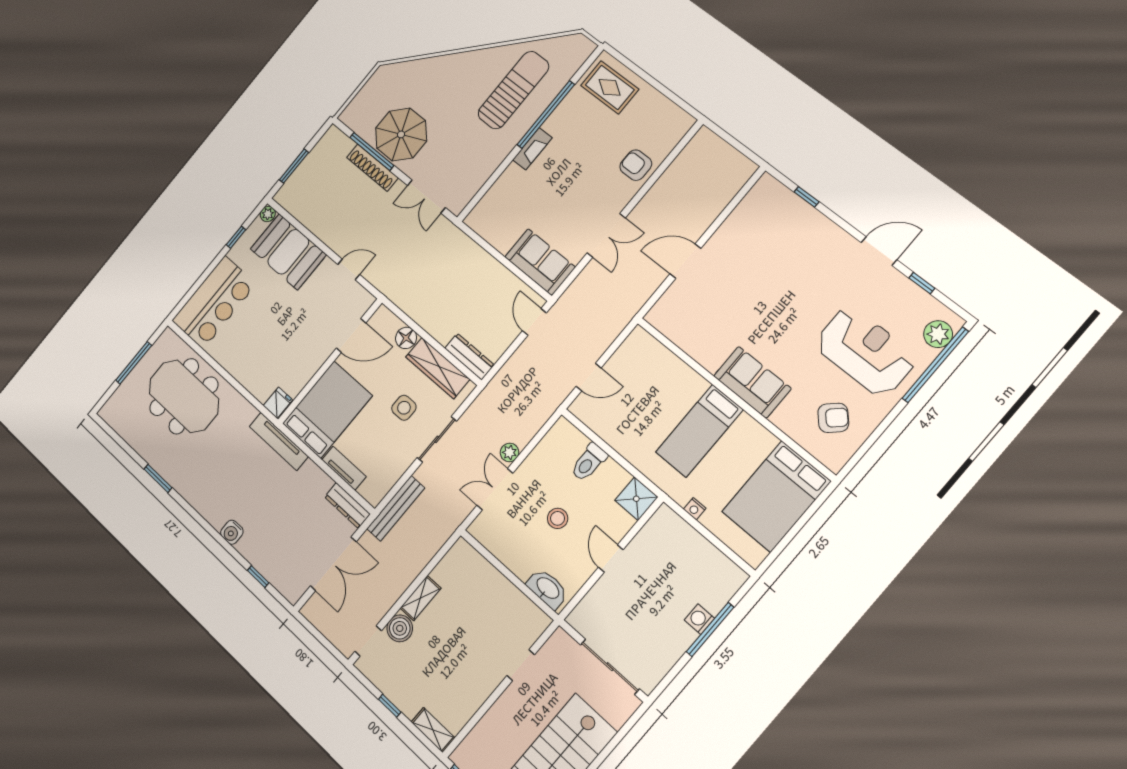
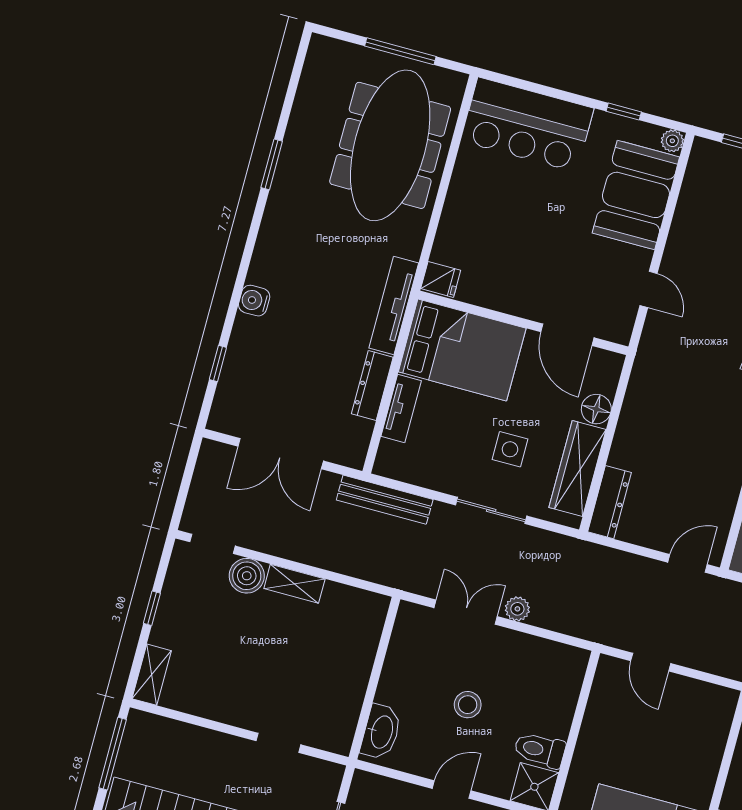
meeting table: (184, 396) -> (390, 145), width x1.36
toilet: (589, 462) -> (540, 750), moved
dresser: (347, 506) -> (372, 385), moved

